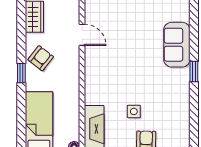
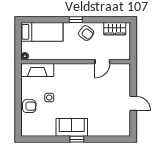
sofa: (177, 45) -> (72, 127), moved

